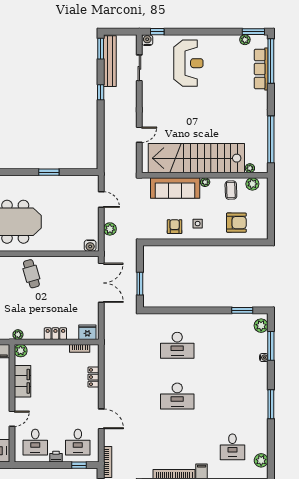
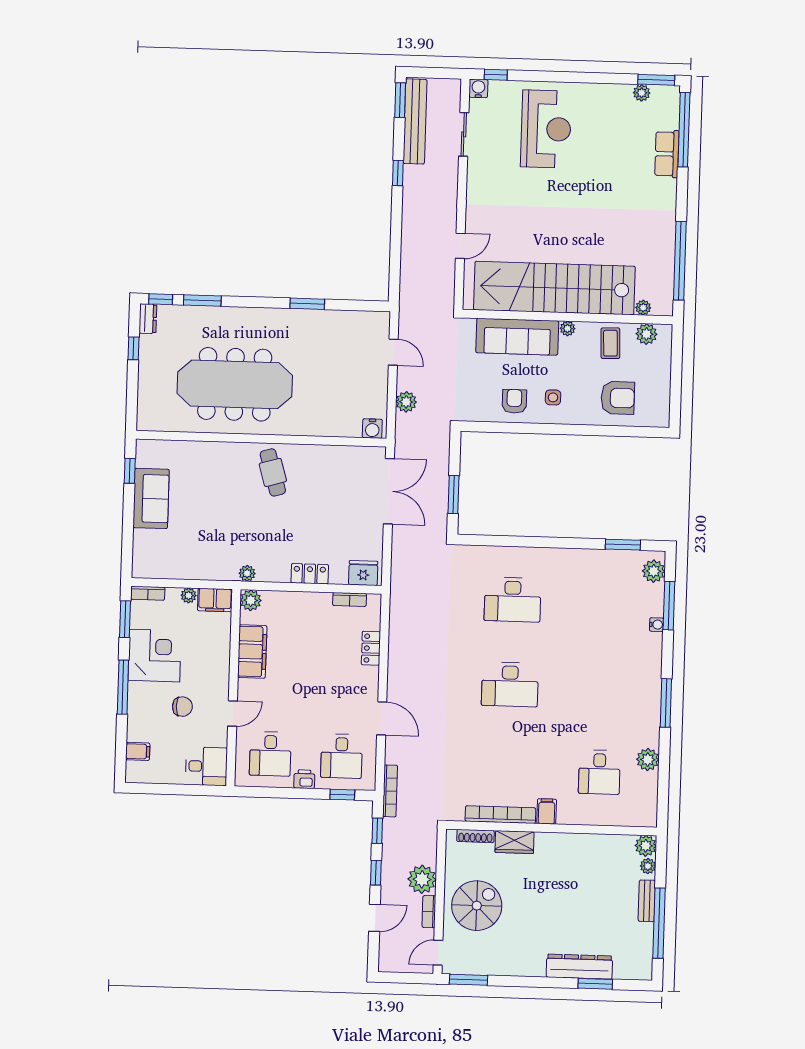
row of seats: (261, 69) -> (667, 154), width x0.68
plant: (261, 460) -> (648, 760), moved

